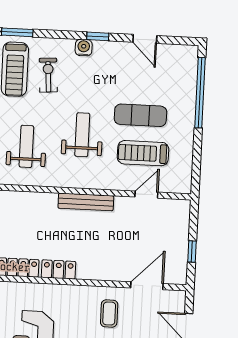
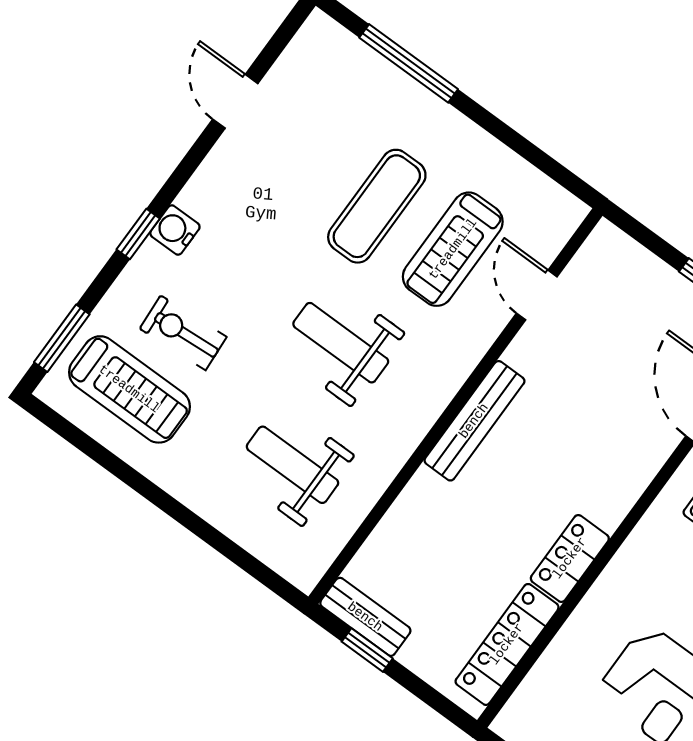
window: (98, 36) -> (138, 234), moved
door: (145, 39) -> (235, 101), swing flipped
window: (200, 93) -> (409, 63), width x0.68

